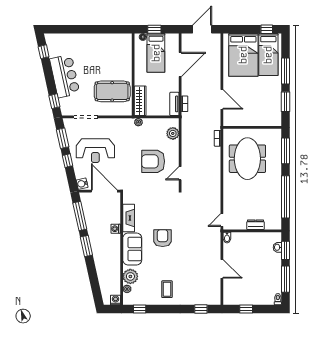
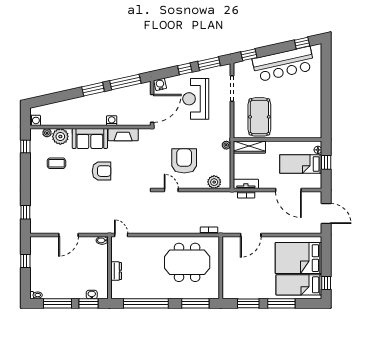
bar counter: (65, 76) -> (283, 64), width x1.36
coffee table: (167, 289) -> (56, 163), moved

